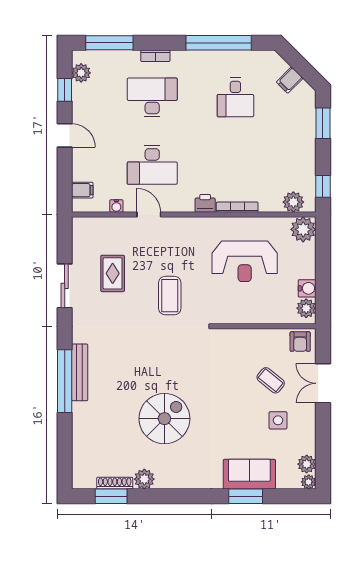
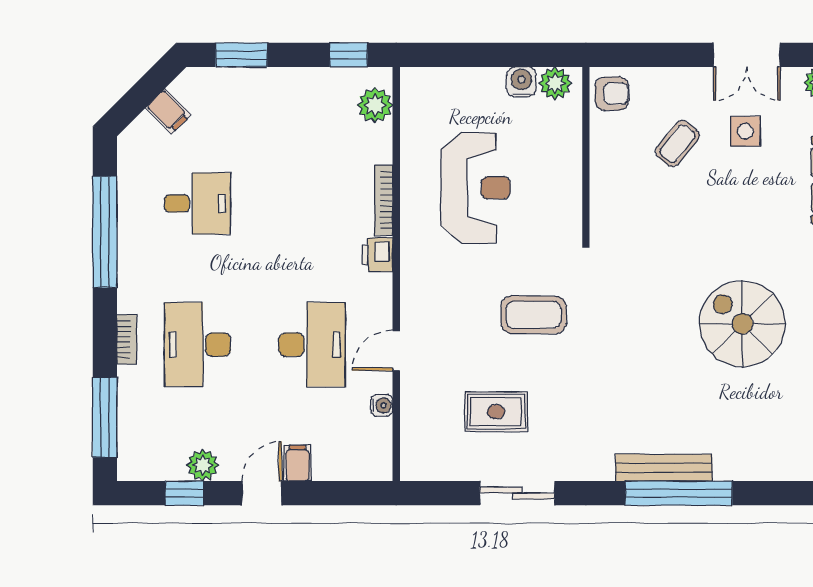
plant: (81, 73) -> (203, 465), moved
filing cabinet: (82, 190) -> (297, 463), moved
plant: (303, 229) -> (421, 88), removed
double door: (323, 383) -> (747, 55), moved

